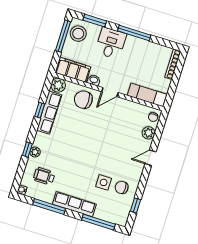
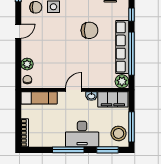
desk: (111, 43) -> (82, 134), width x1.37
chair: (83, 100) -> (89, 30), moved
window: (40, 110) -> (131, 54), width x3.17
row of seats: (49, 113) -> (122, 47), width x1.36
plant: (35, 152) -> (124, 15), removed
door: (151, 158) -> (18, 31), moved

